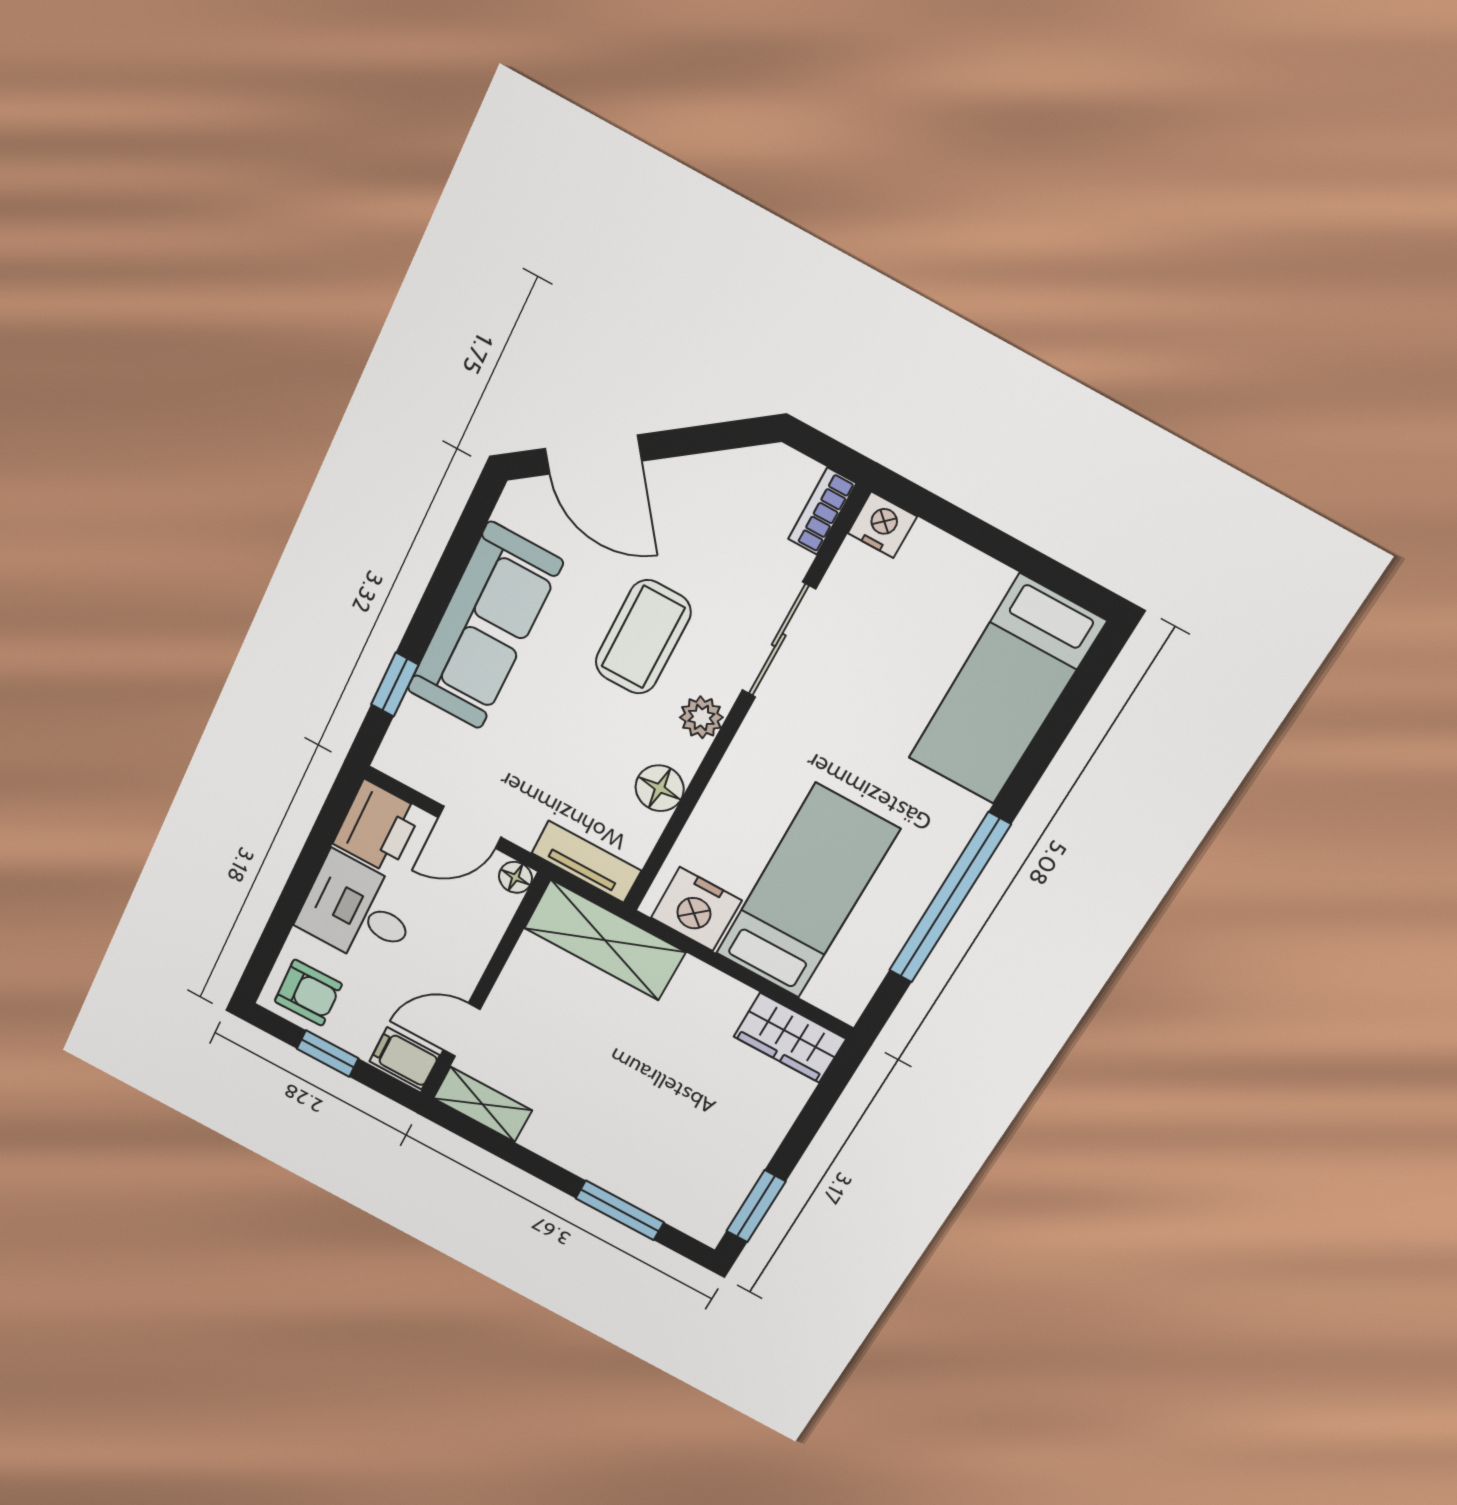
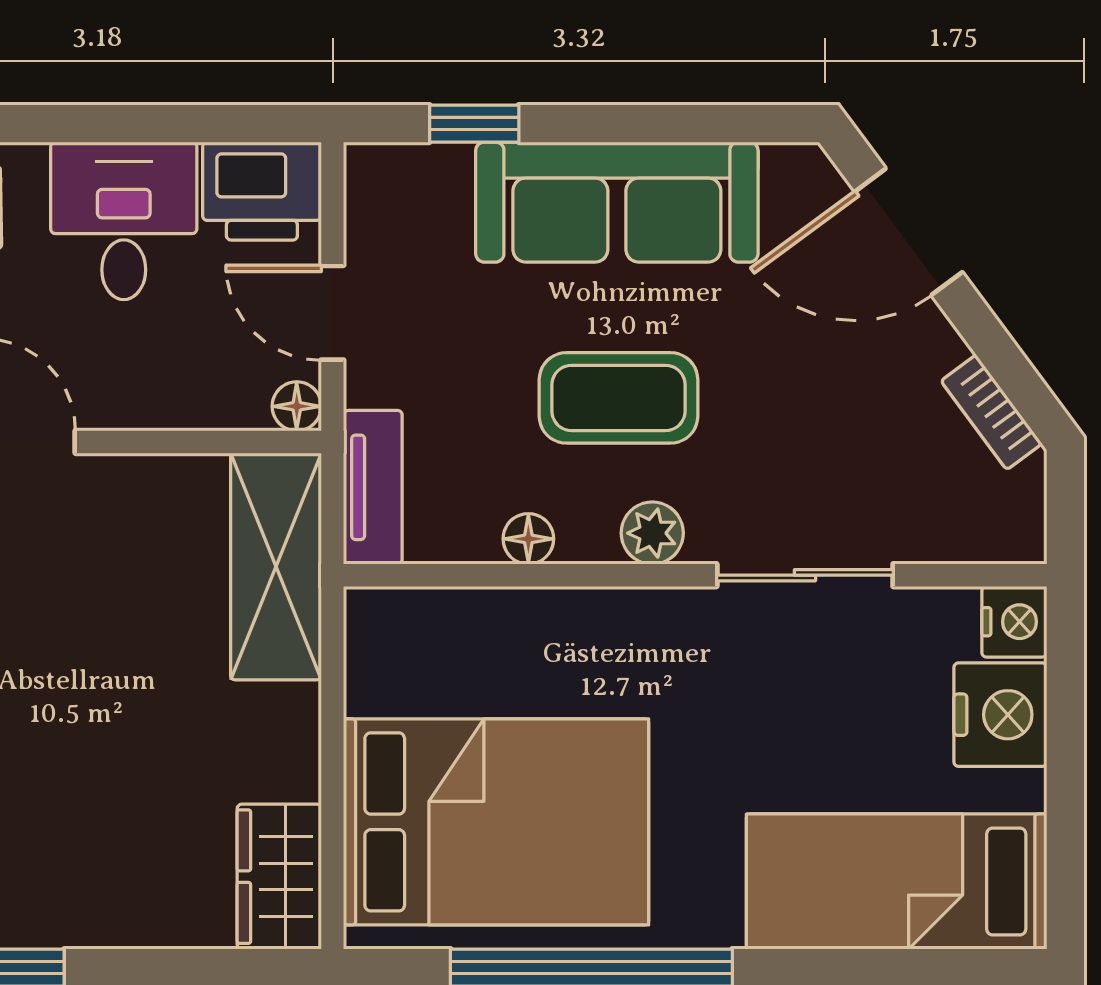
door: (593, 455) -> (909, 232), hinge flipped
bookcase: (822, 511) -> (991, 412), moved, turned -126
coffee table: (643, 637) -> (618, 398), moved
floor lamp: (660, 788) -> (528, 539), width x0.73, depth x0.73
bed: (807, 892) -> (496, 822), width x1.50
nightstand: (696, 909) -> (1000, 715), moved, turned 180

